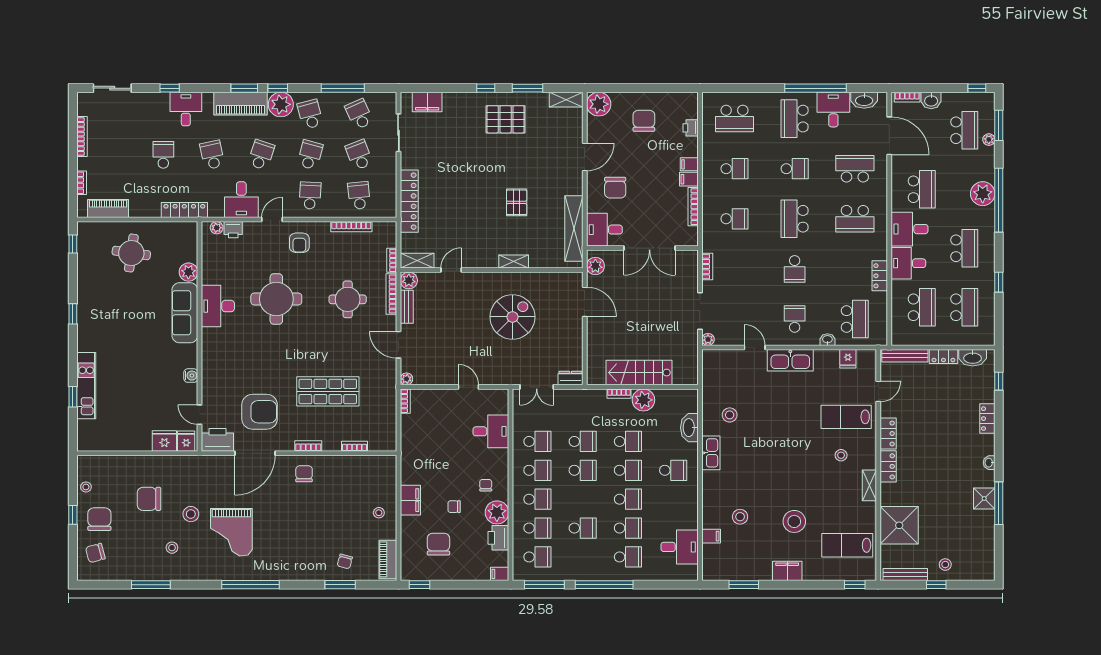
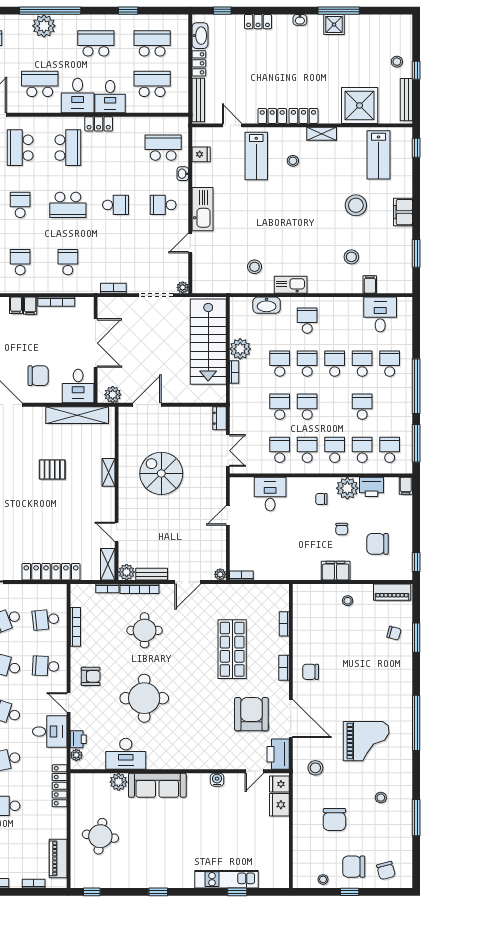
locker: (880, 276) -> (99, 124), moved
desk: (218, 306) -> (126, 754), moved
stairs: (639, 373) -> (208, 342), width x1.36, depth x1.51
stool: (191, 514) -> (315, 768), moved

